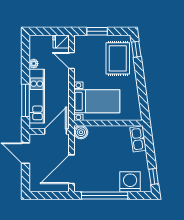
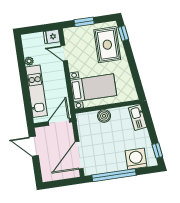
window: (25, 100) -> (27, 97), removed
boiler: (81, 132) -> (104, 116), moved

